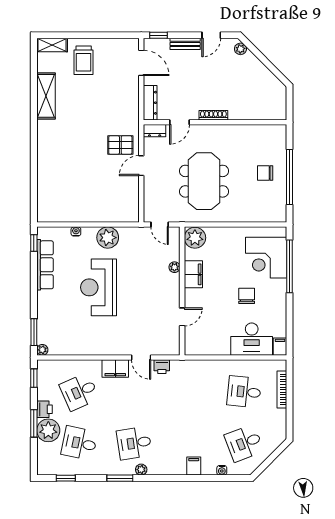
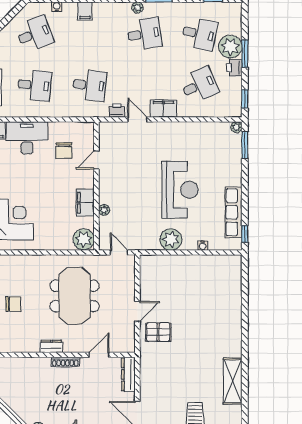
dresser: (155, 131) -> (51, 346), moved
chair: (247, 296) -> (64, 150), moved
desk: (189, 392) -> (89, 85), added

